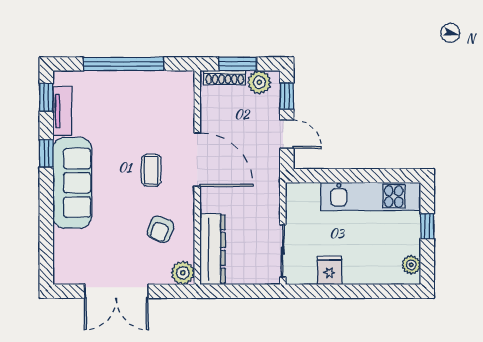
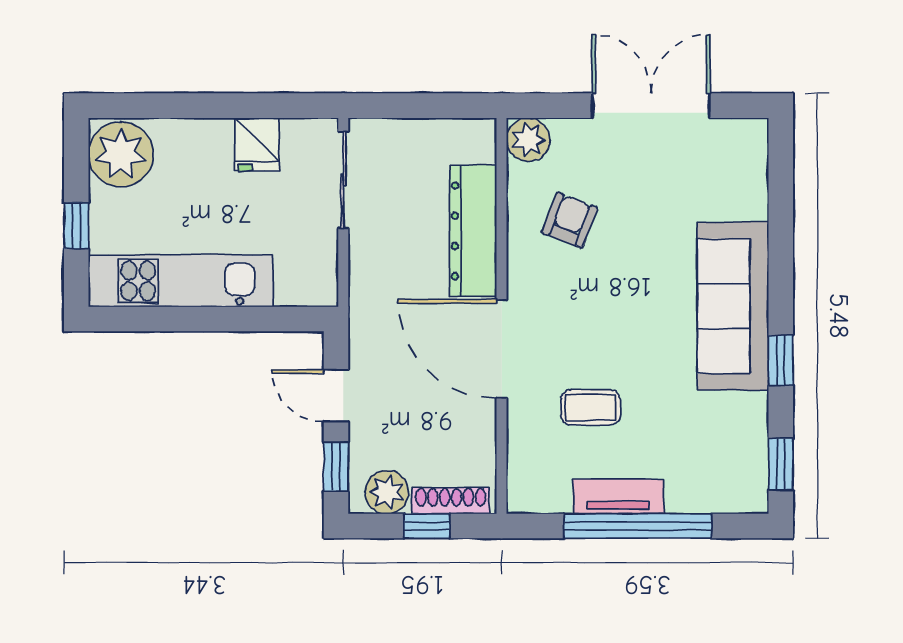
window: (238, 64) -> (427, 526), width x0.67
tv unit: (62, 111) -> (618, 496), moved, turned 90
coffee table: (151, 170) -> (591, 407), moved, turned 90
dresser: (213, 249) -> (473, 231), moved
plant: (411, 265) -> (121, 154), width x1.87, depth x1.87

